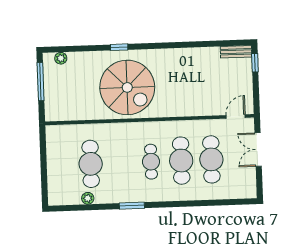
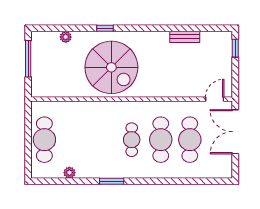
bench: (236, 52) -> (185, 37), moved
plant: (61, 58) -> (66, 37), moved
double door: (258, 149) -> (235, 132), width x1.37
cafe table: (91, 164) -> (44, 140), moved

